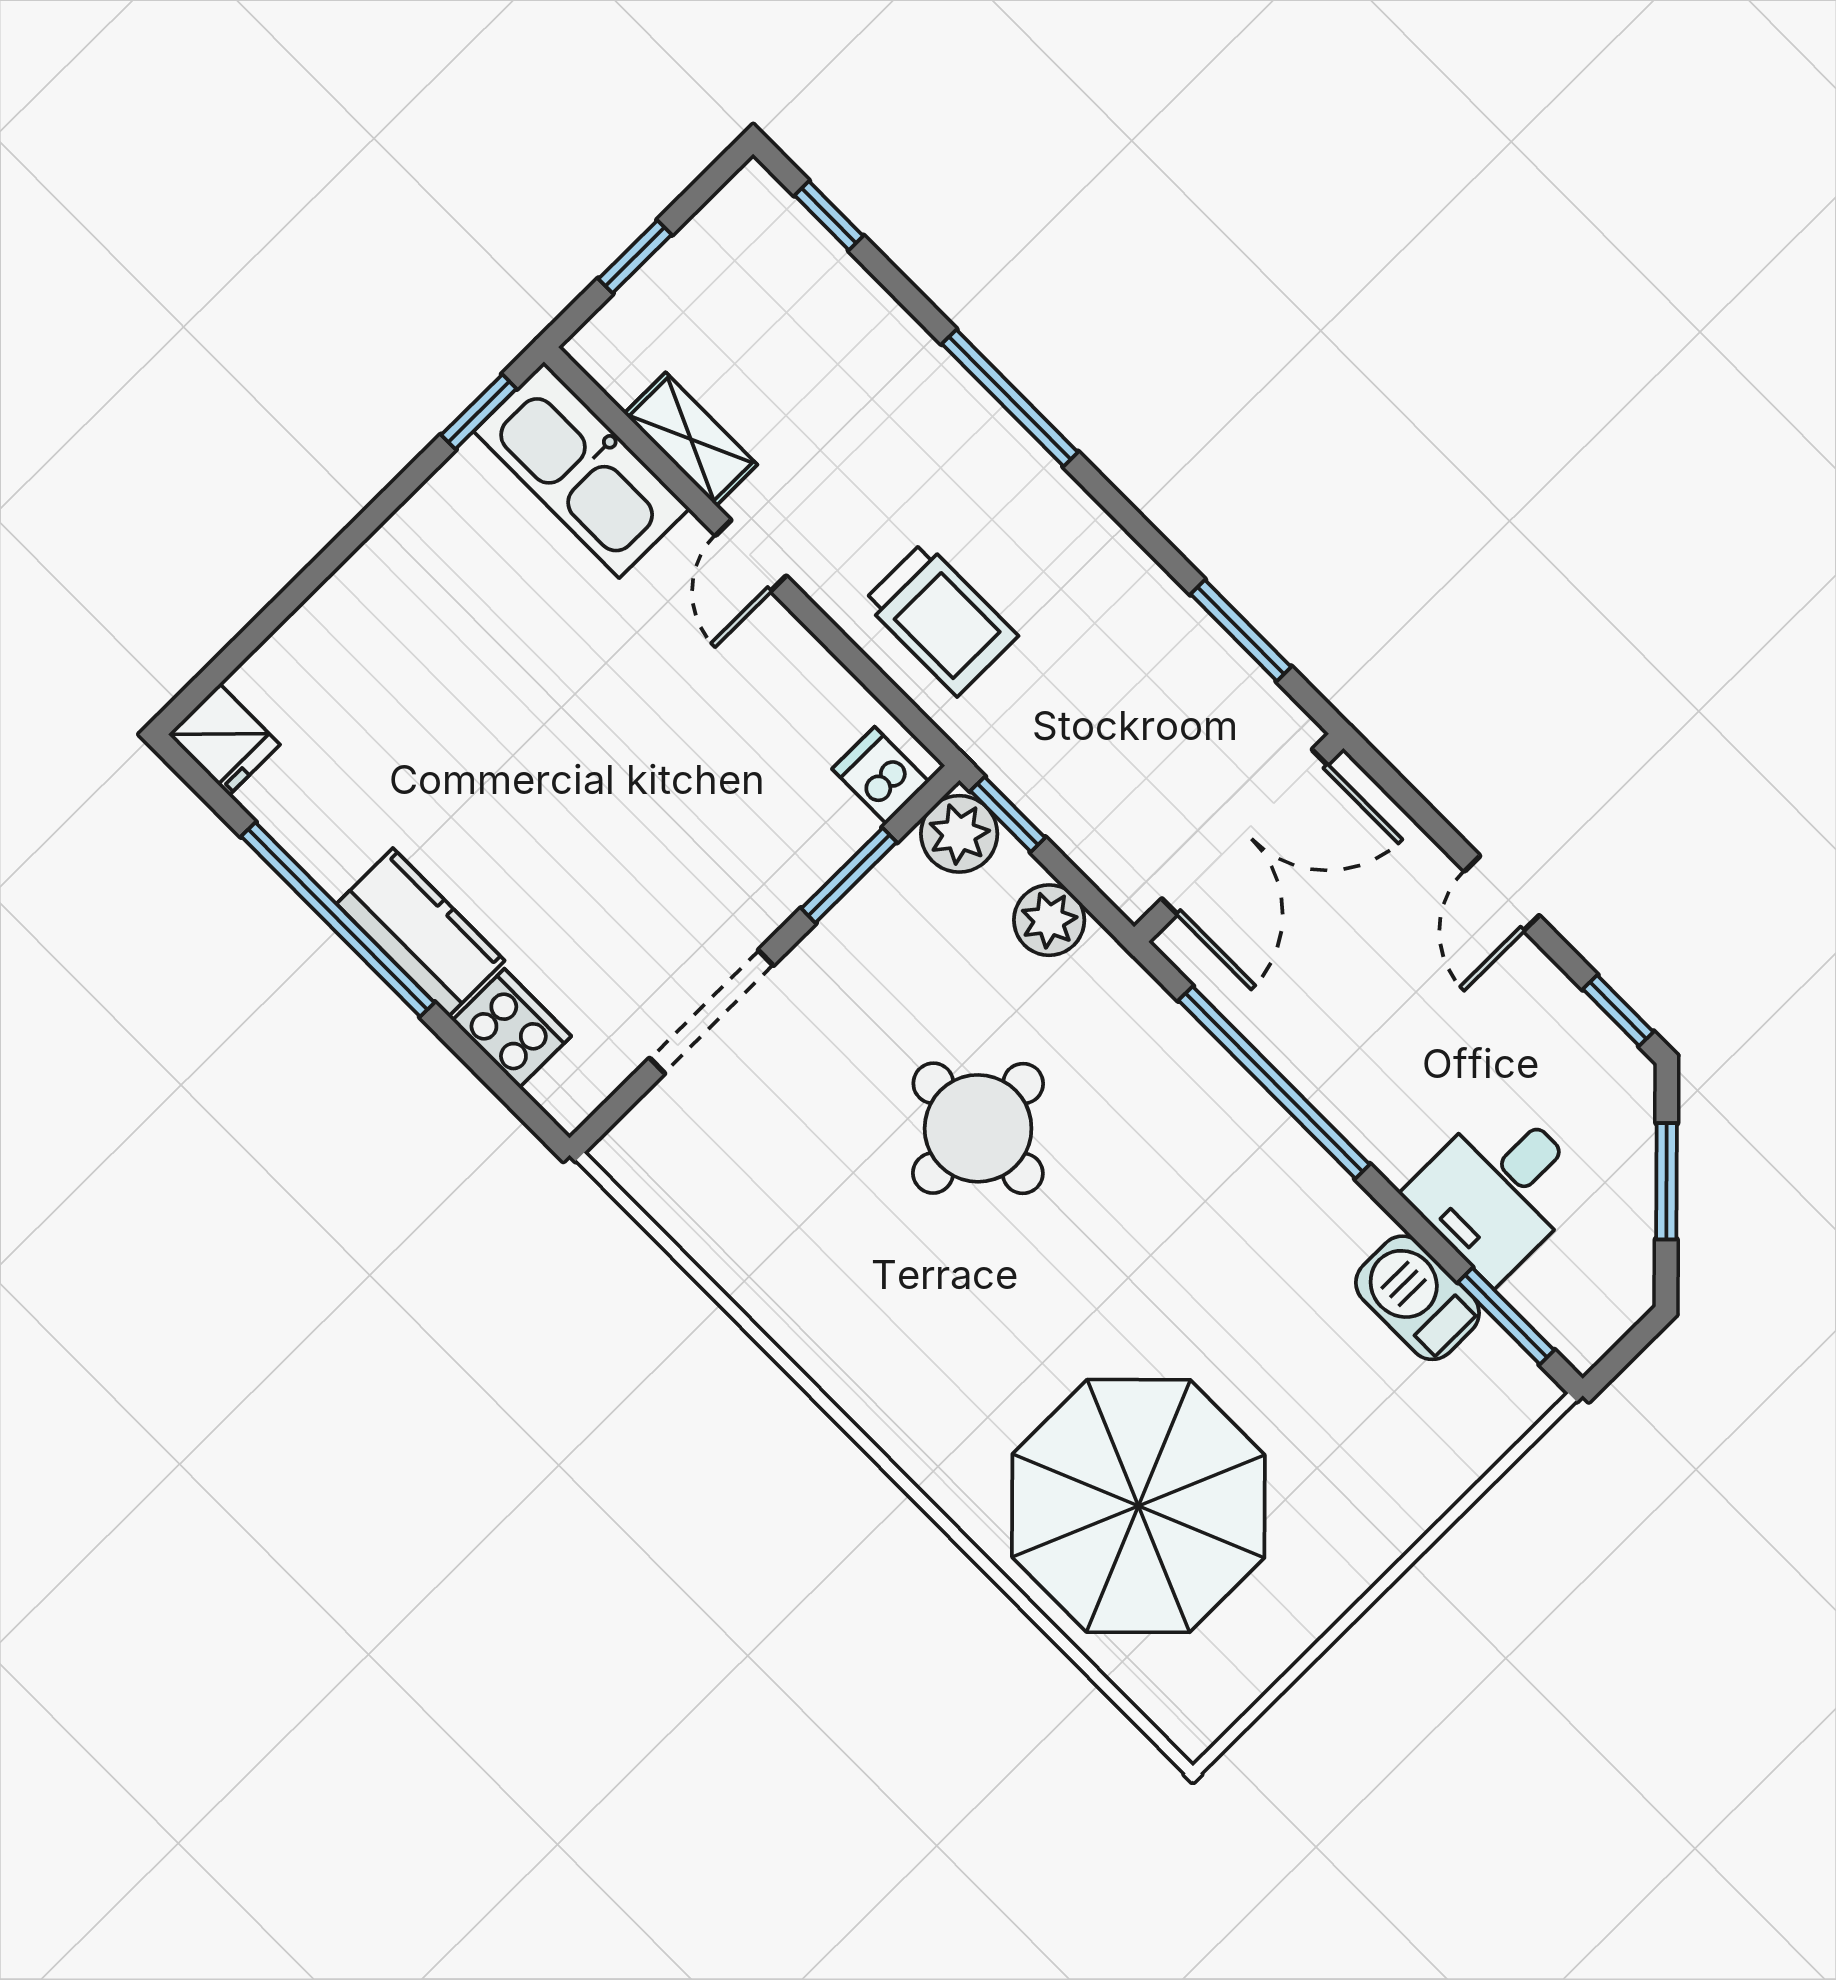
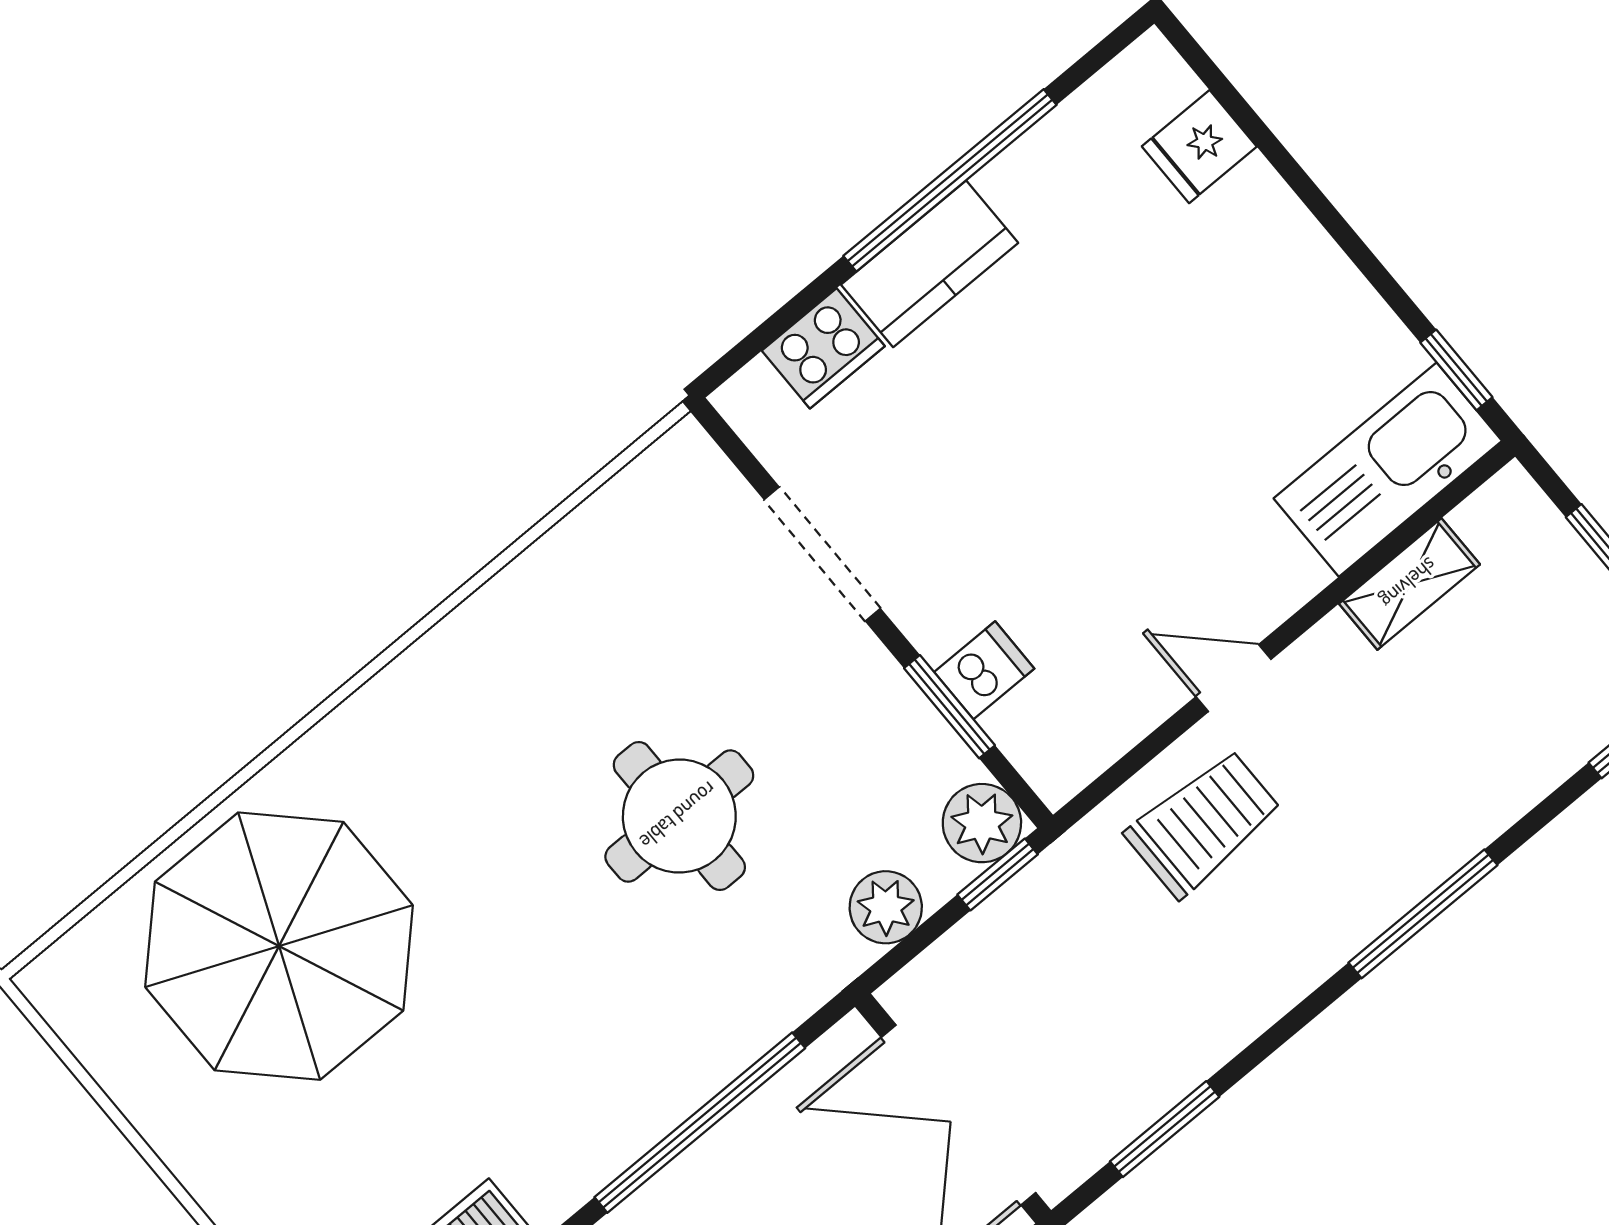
door: (751, 556) -> (1234, 678), moved
trolley: (940, 619) -> (1203, 823), turned 180
fridge: (224, 740) -> (1199, 147), moved
dishwasher: (881, 775) -> (984, 670), moved

